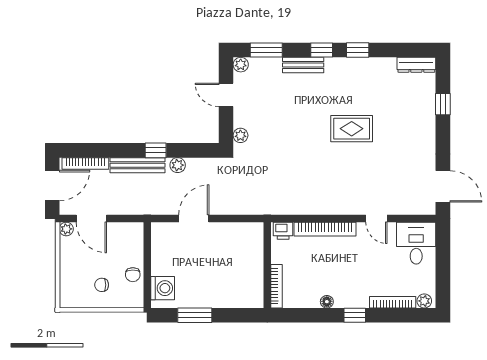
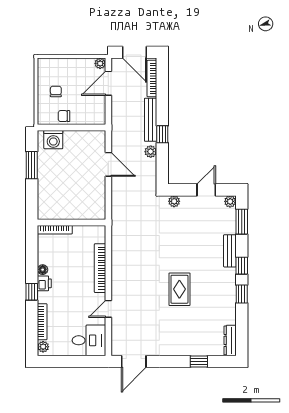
printer: (283, 231) -> (44, 283), moved, turned 180

